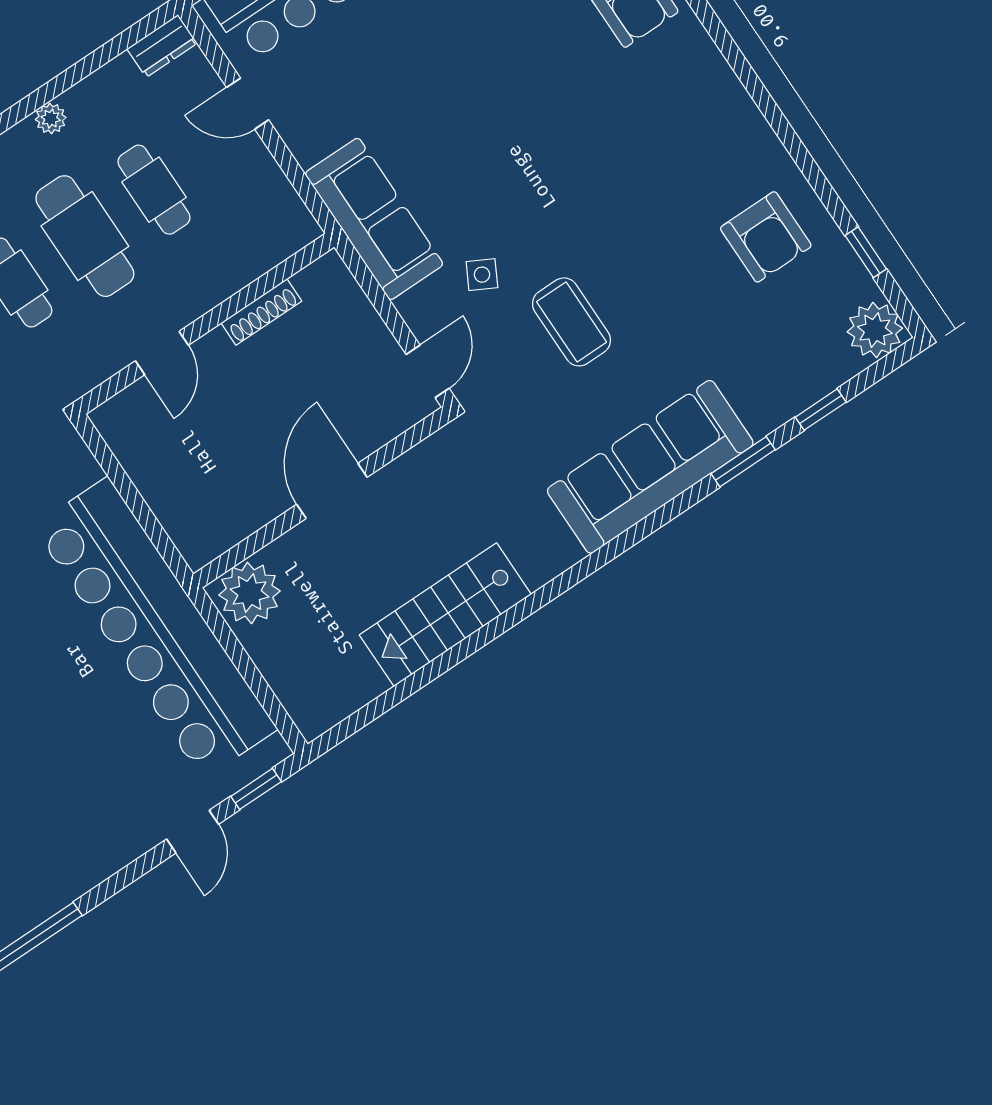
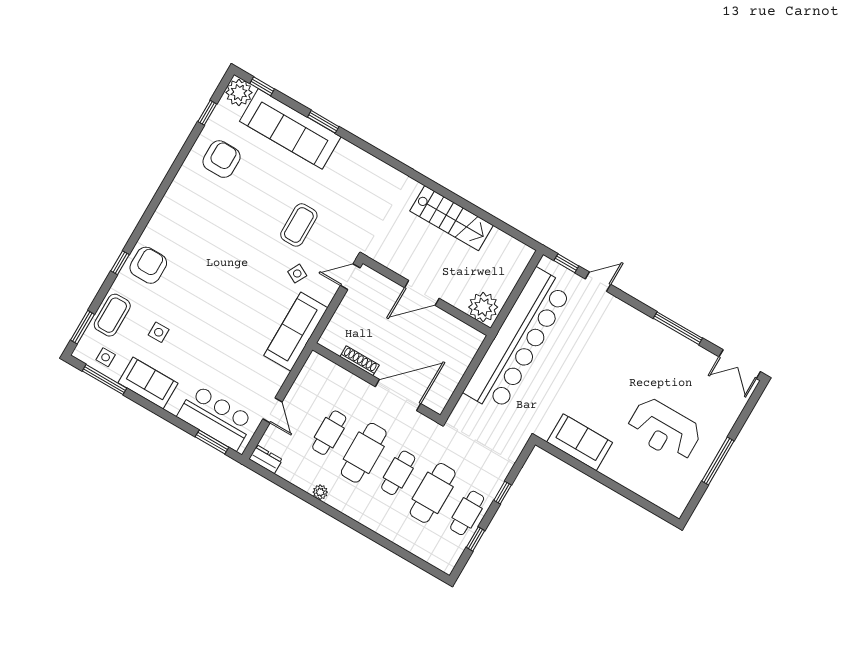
door: (162, 353) -> (398, 395), width x1.88
window: (821, 410) -> (262, 86), moved
sofa: (650, 467) -> (290, 129), moved

